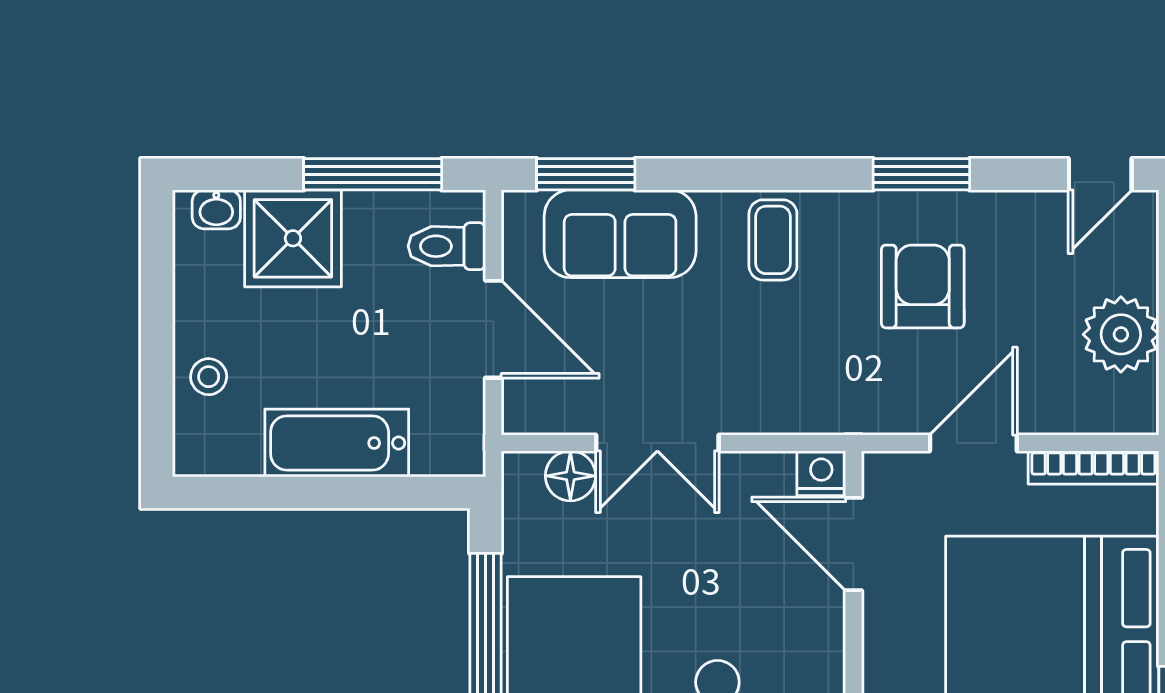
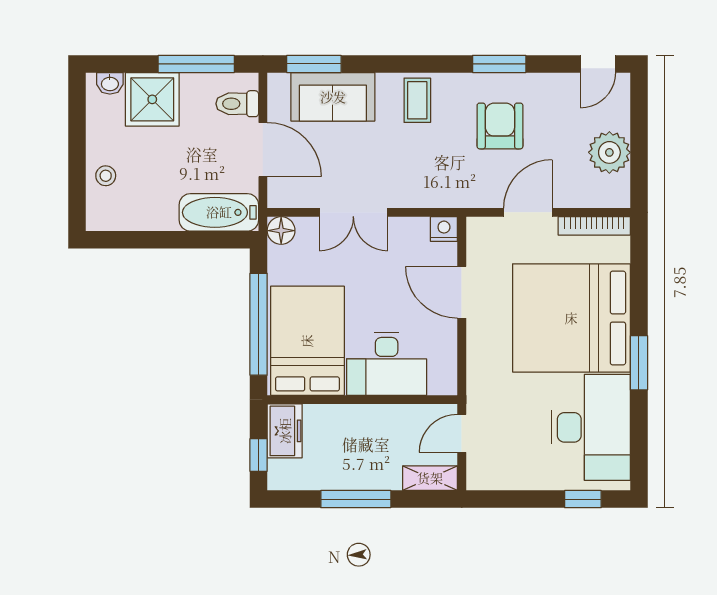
bathtub: (337, 443) -> (219, 212), moved
floor lamp: (570, 476) -> (281, 231), moved
door: (853, 544) -> (462, 292), moved

